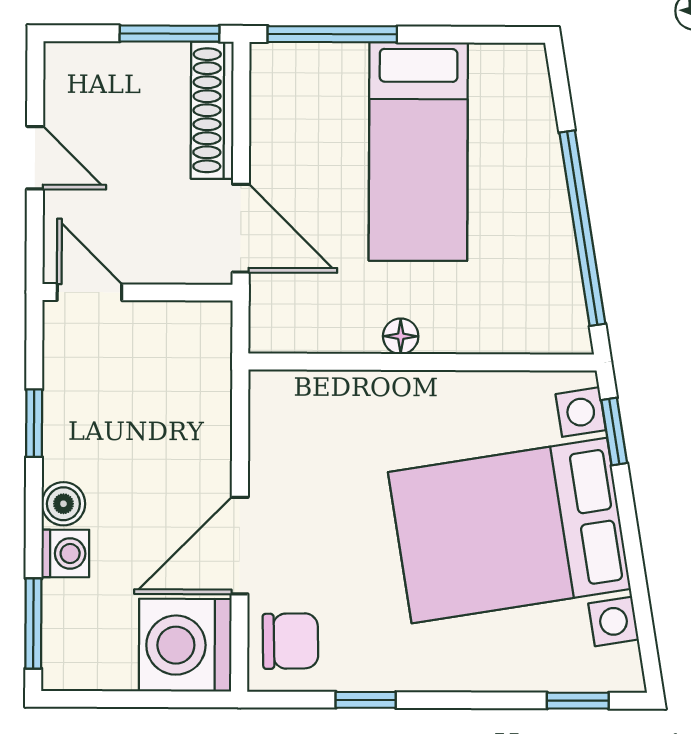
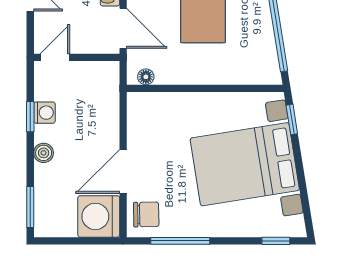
door: (89, 292) -> (55, 57), hinge flipped
floor lamp: (401, 336) -> (146, 77), moved
washing machine: (65, 553) -> (45, 113), moved
window: (366, 700) -> (180, 241), width x2.17

